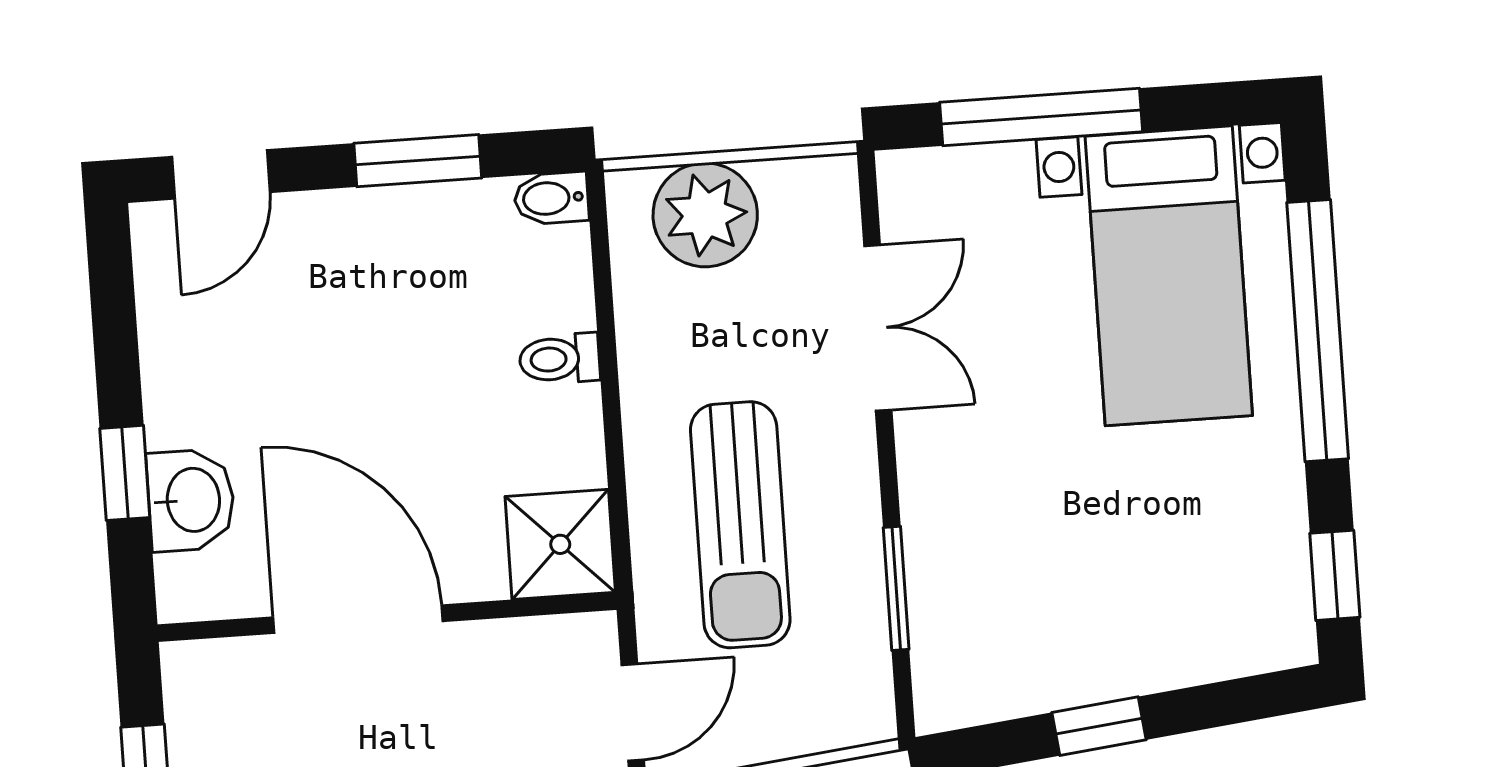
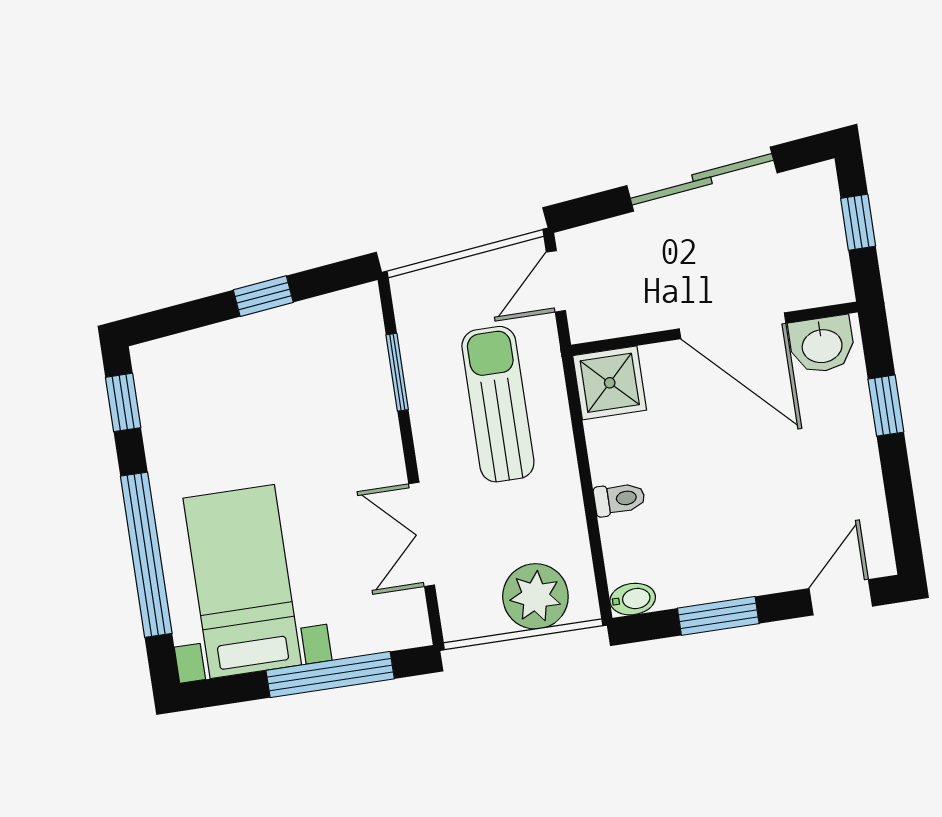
washbasin: (191, 500) -> (822, 345), moved, turned -90

